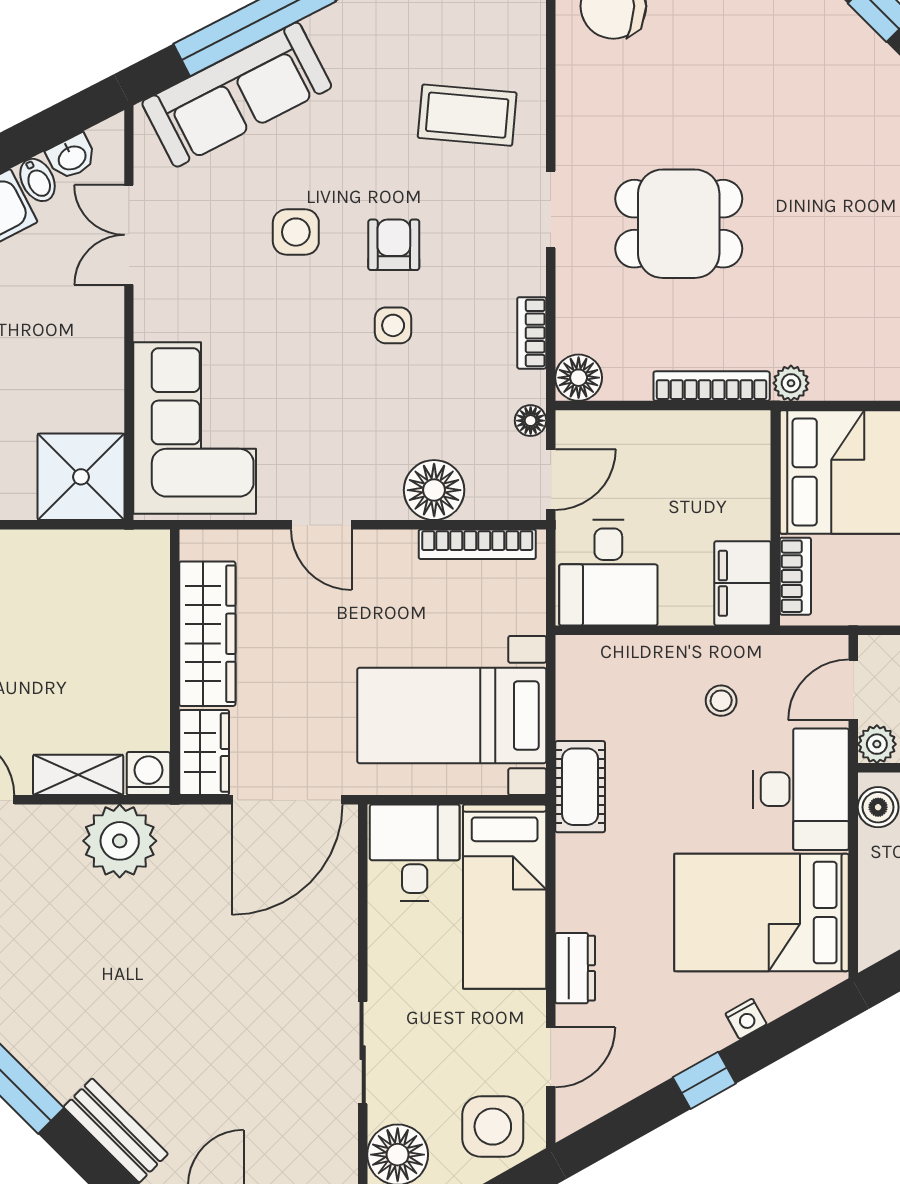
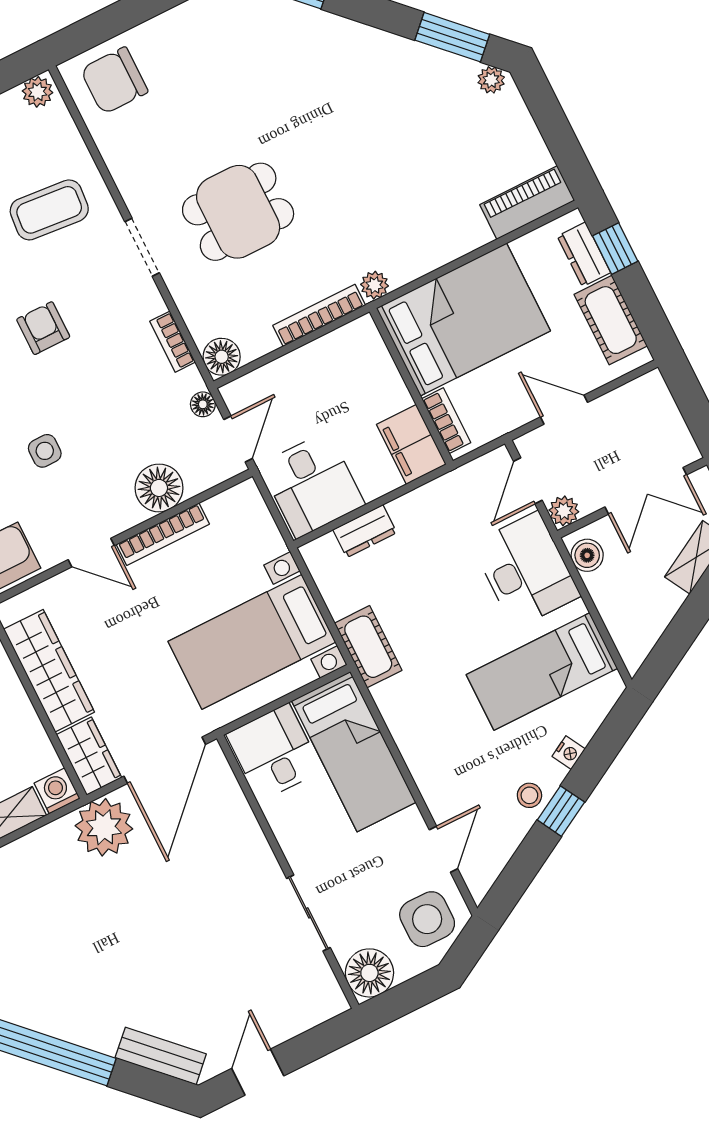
side table: (393, 325) -> (45, 451), moved
bookcase: (477, 544) -> (163, 534), moved
stool: (721, 701) -> (529, 795), moved
plant: (120, 841) -> (104, 827), moved
bed: (762, 912) -> (542, 671), width x0.67
dresser: (575, 968) -> (365, 531), moved, turned 90

